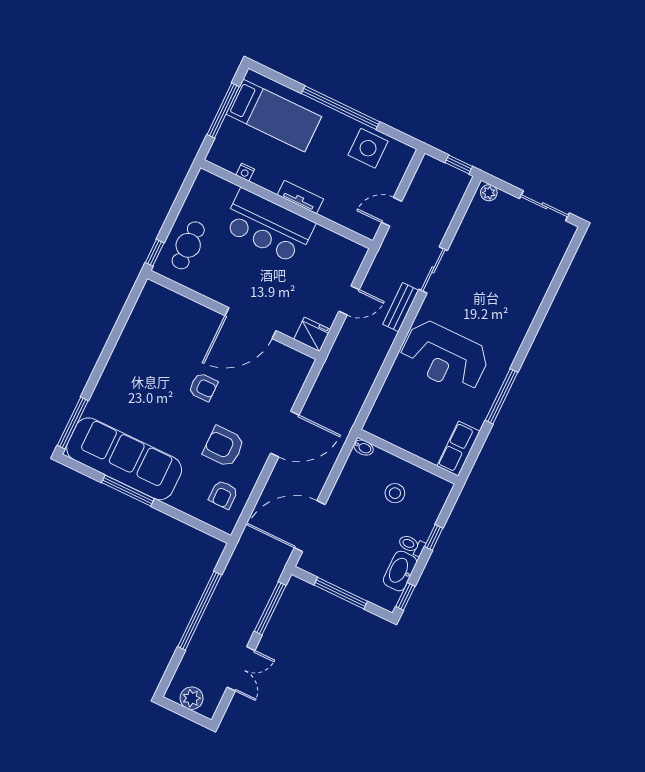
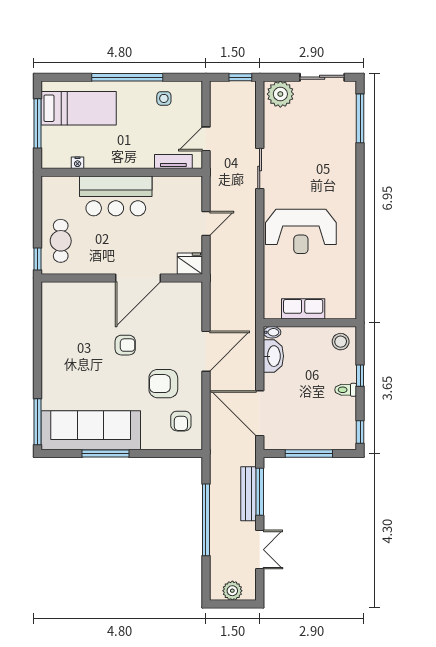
side table: (368, 148) -> (164, 98), width x0.54, depth x0.54
plant: (489, 193) -> (280, 94), width x1.88, depth x1.88
tv unit: (300, 197) -> (173, 161), moved
bench: (401, 307) -> (248, 494), moved, width x1.36
window: (502, 396) -> (360, 118), moved
row of seats: (459, 449) -> (303, 309), moved, turned 90
stool: (395, 493) -> (341, 342), moved
door: (310, 526) -> (260, 413), hinge flipped
washbasin: (400, 571) -> (273, 356), moved, turned 180

